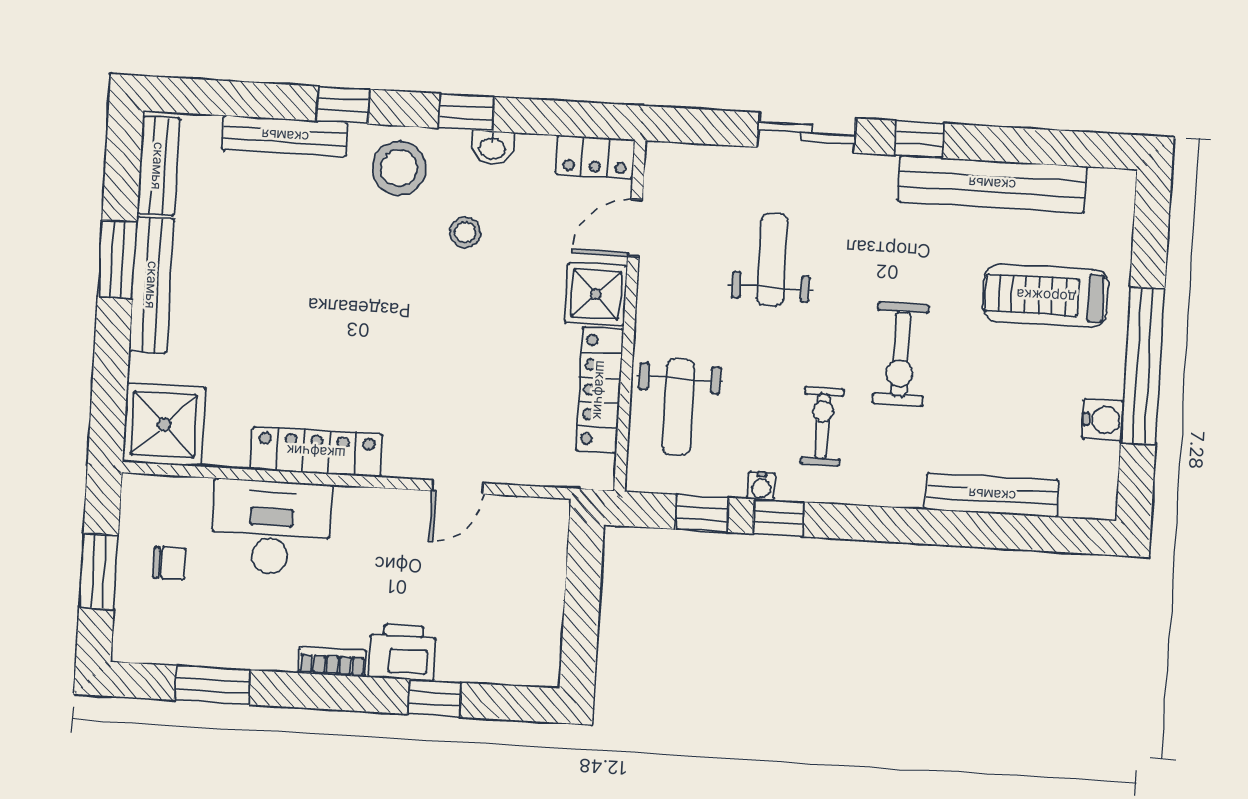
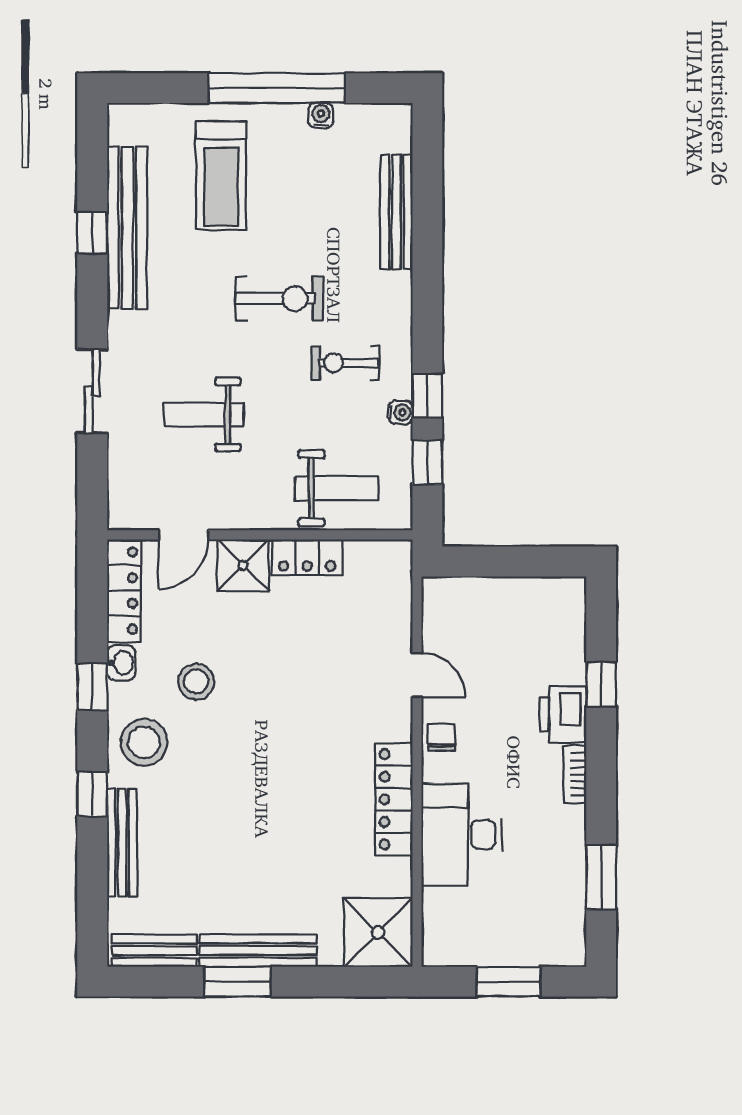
window: (919, 139) -> (92, 233), moved
locker: (595, 157) -> (124, 591), width x1.53
door: (635, 228) -> (184, 535), hinge flipped
stool: (465, 232) -> (196, 682), width x1.37, depth x1.37
locker: (600, 390) -> (307, 557), width x0.66
water cooler: (1103, 420) -> (321, 115), width x0.72, depth x0.72
chair: (170, 563) -> (441, 737), moved

